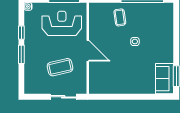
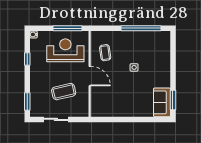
coffee table: (120, 17) -> (105, 53), moved
window: (21, 54) -> (27, 101), moved
sliding door: (63, 97) -> (56, 119), moved

